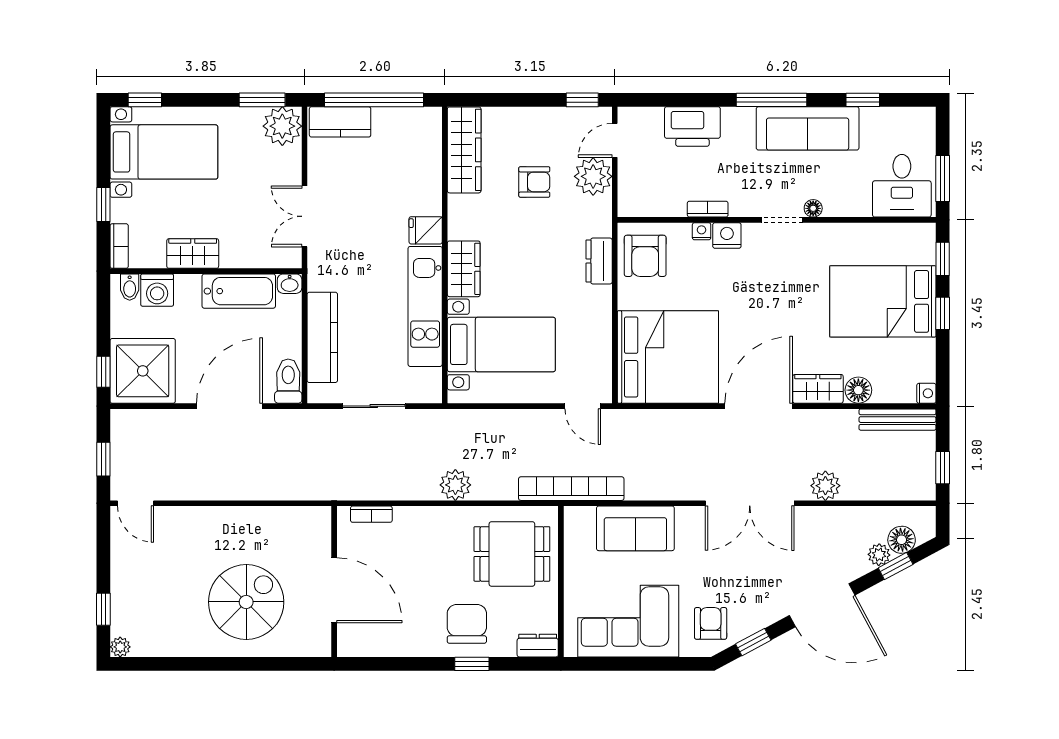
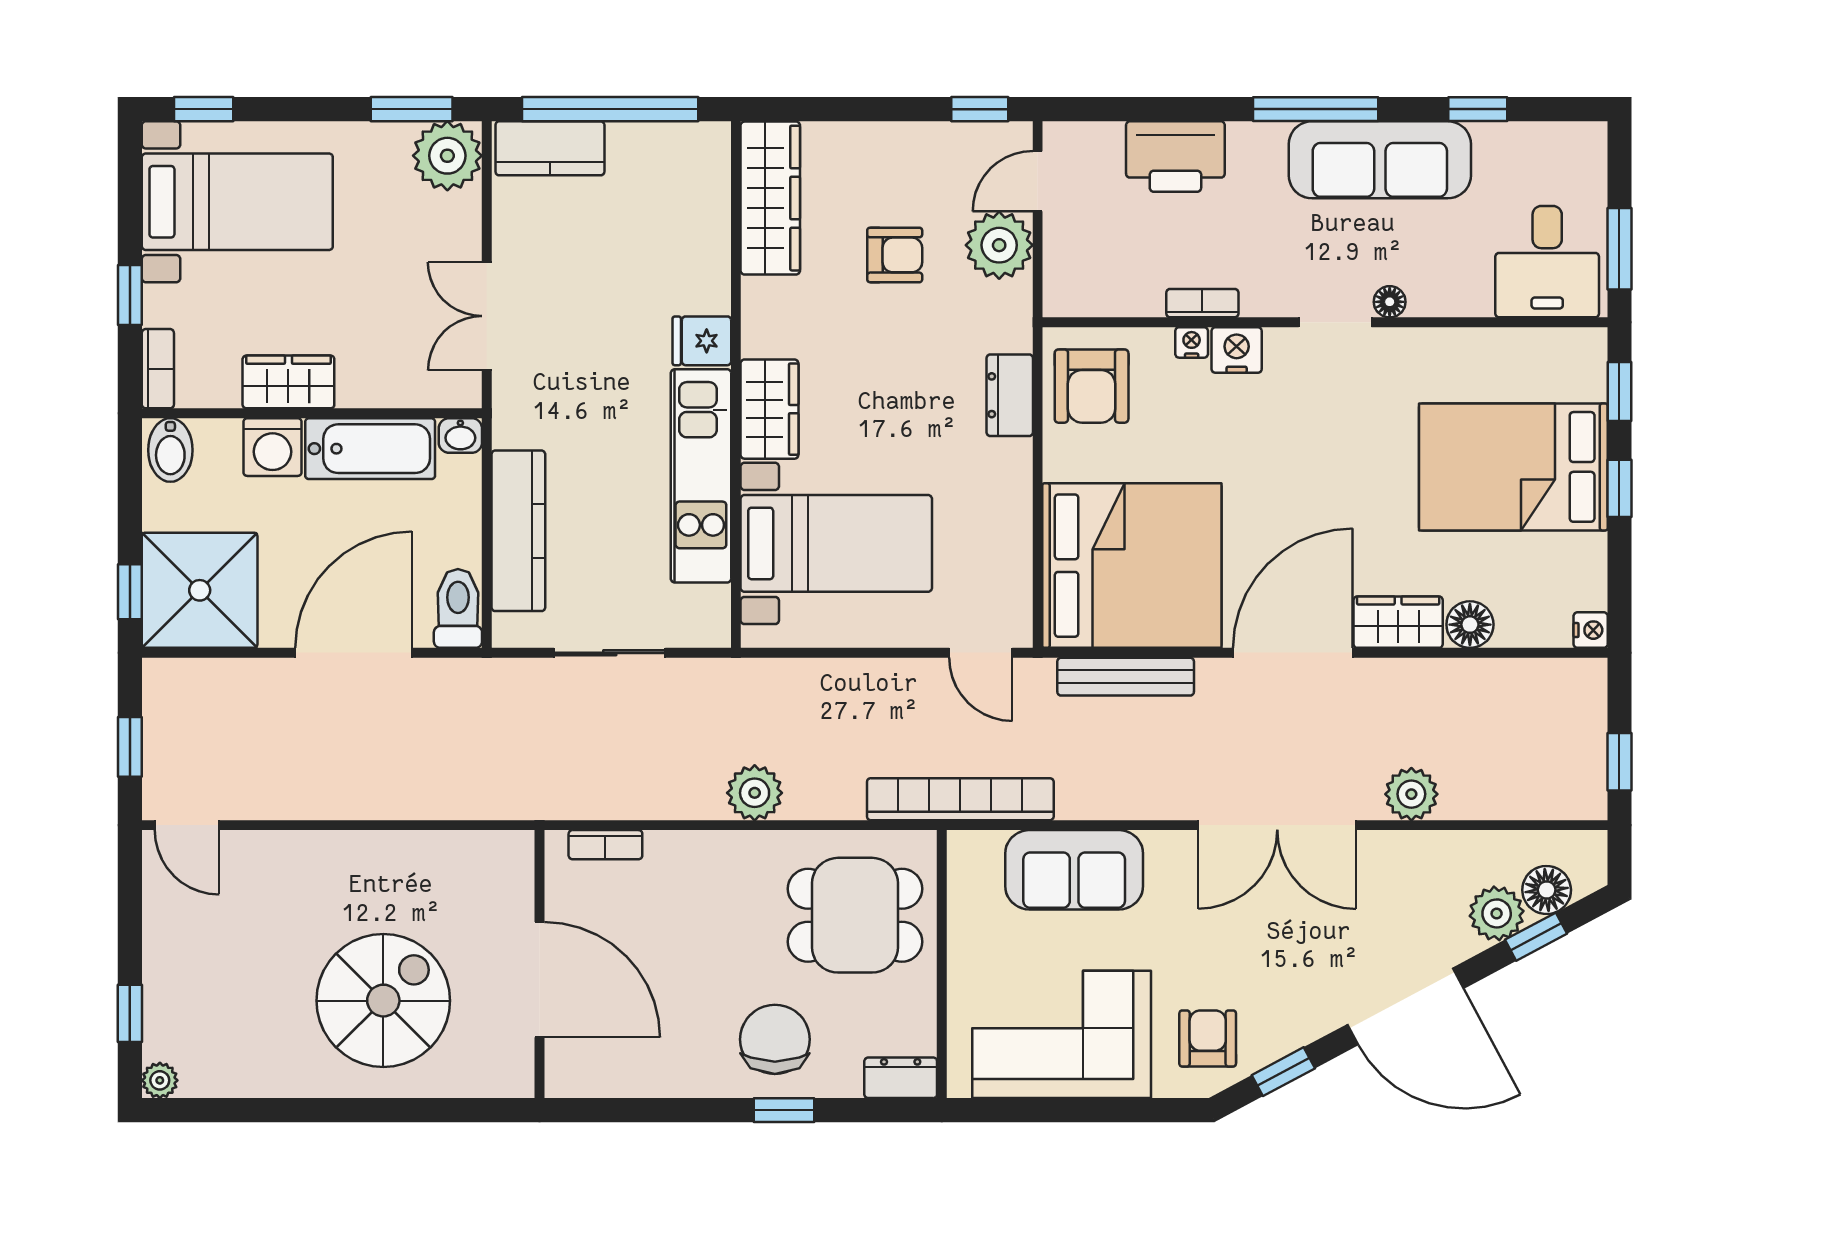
bidet: (130, 287) -> (170, 450), width x1.38, depth x1.36
washing machine: (157, 290) -> (272, 447), moved
bench: (897, 420) -> (1126, 677), moved
plant: (879, 555) -> (1497, 913), width x1.38, depth x1.38

